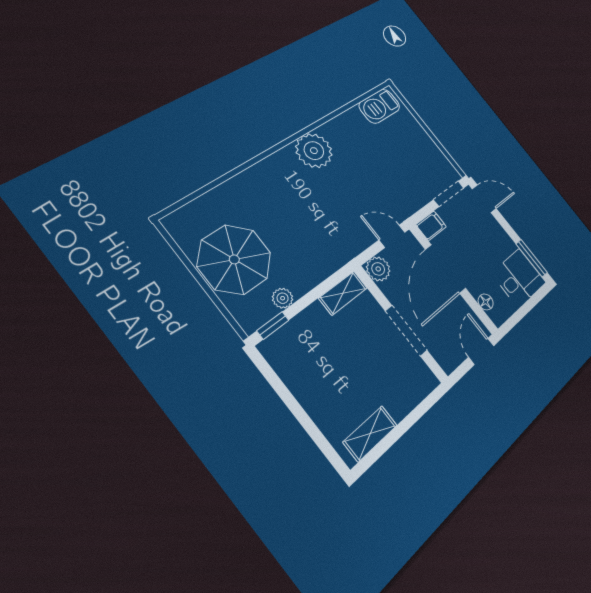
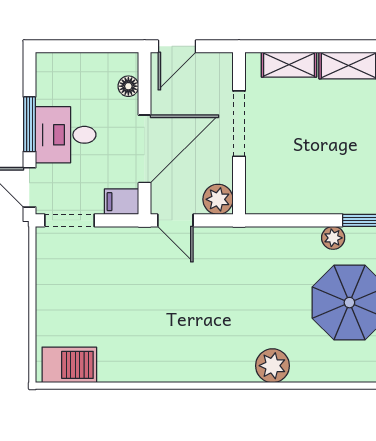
plant: (314, 151) -> (272, 366), moved, width x0.73, depth x0.73
window: (532, 258) -> (29, 124), moved
desk: (519, 278) -> (66, 135), moved
shelving: (343, 293) -> (289, 65), moved

